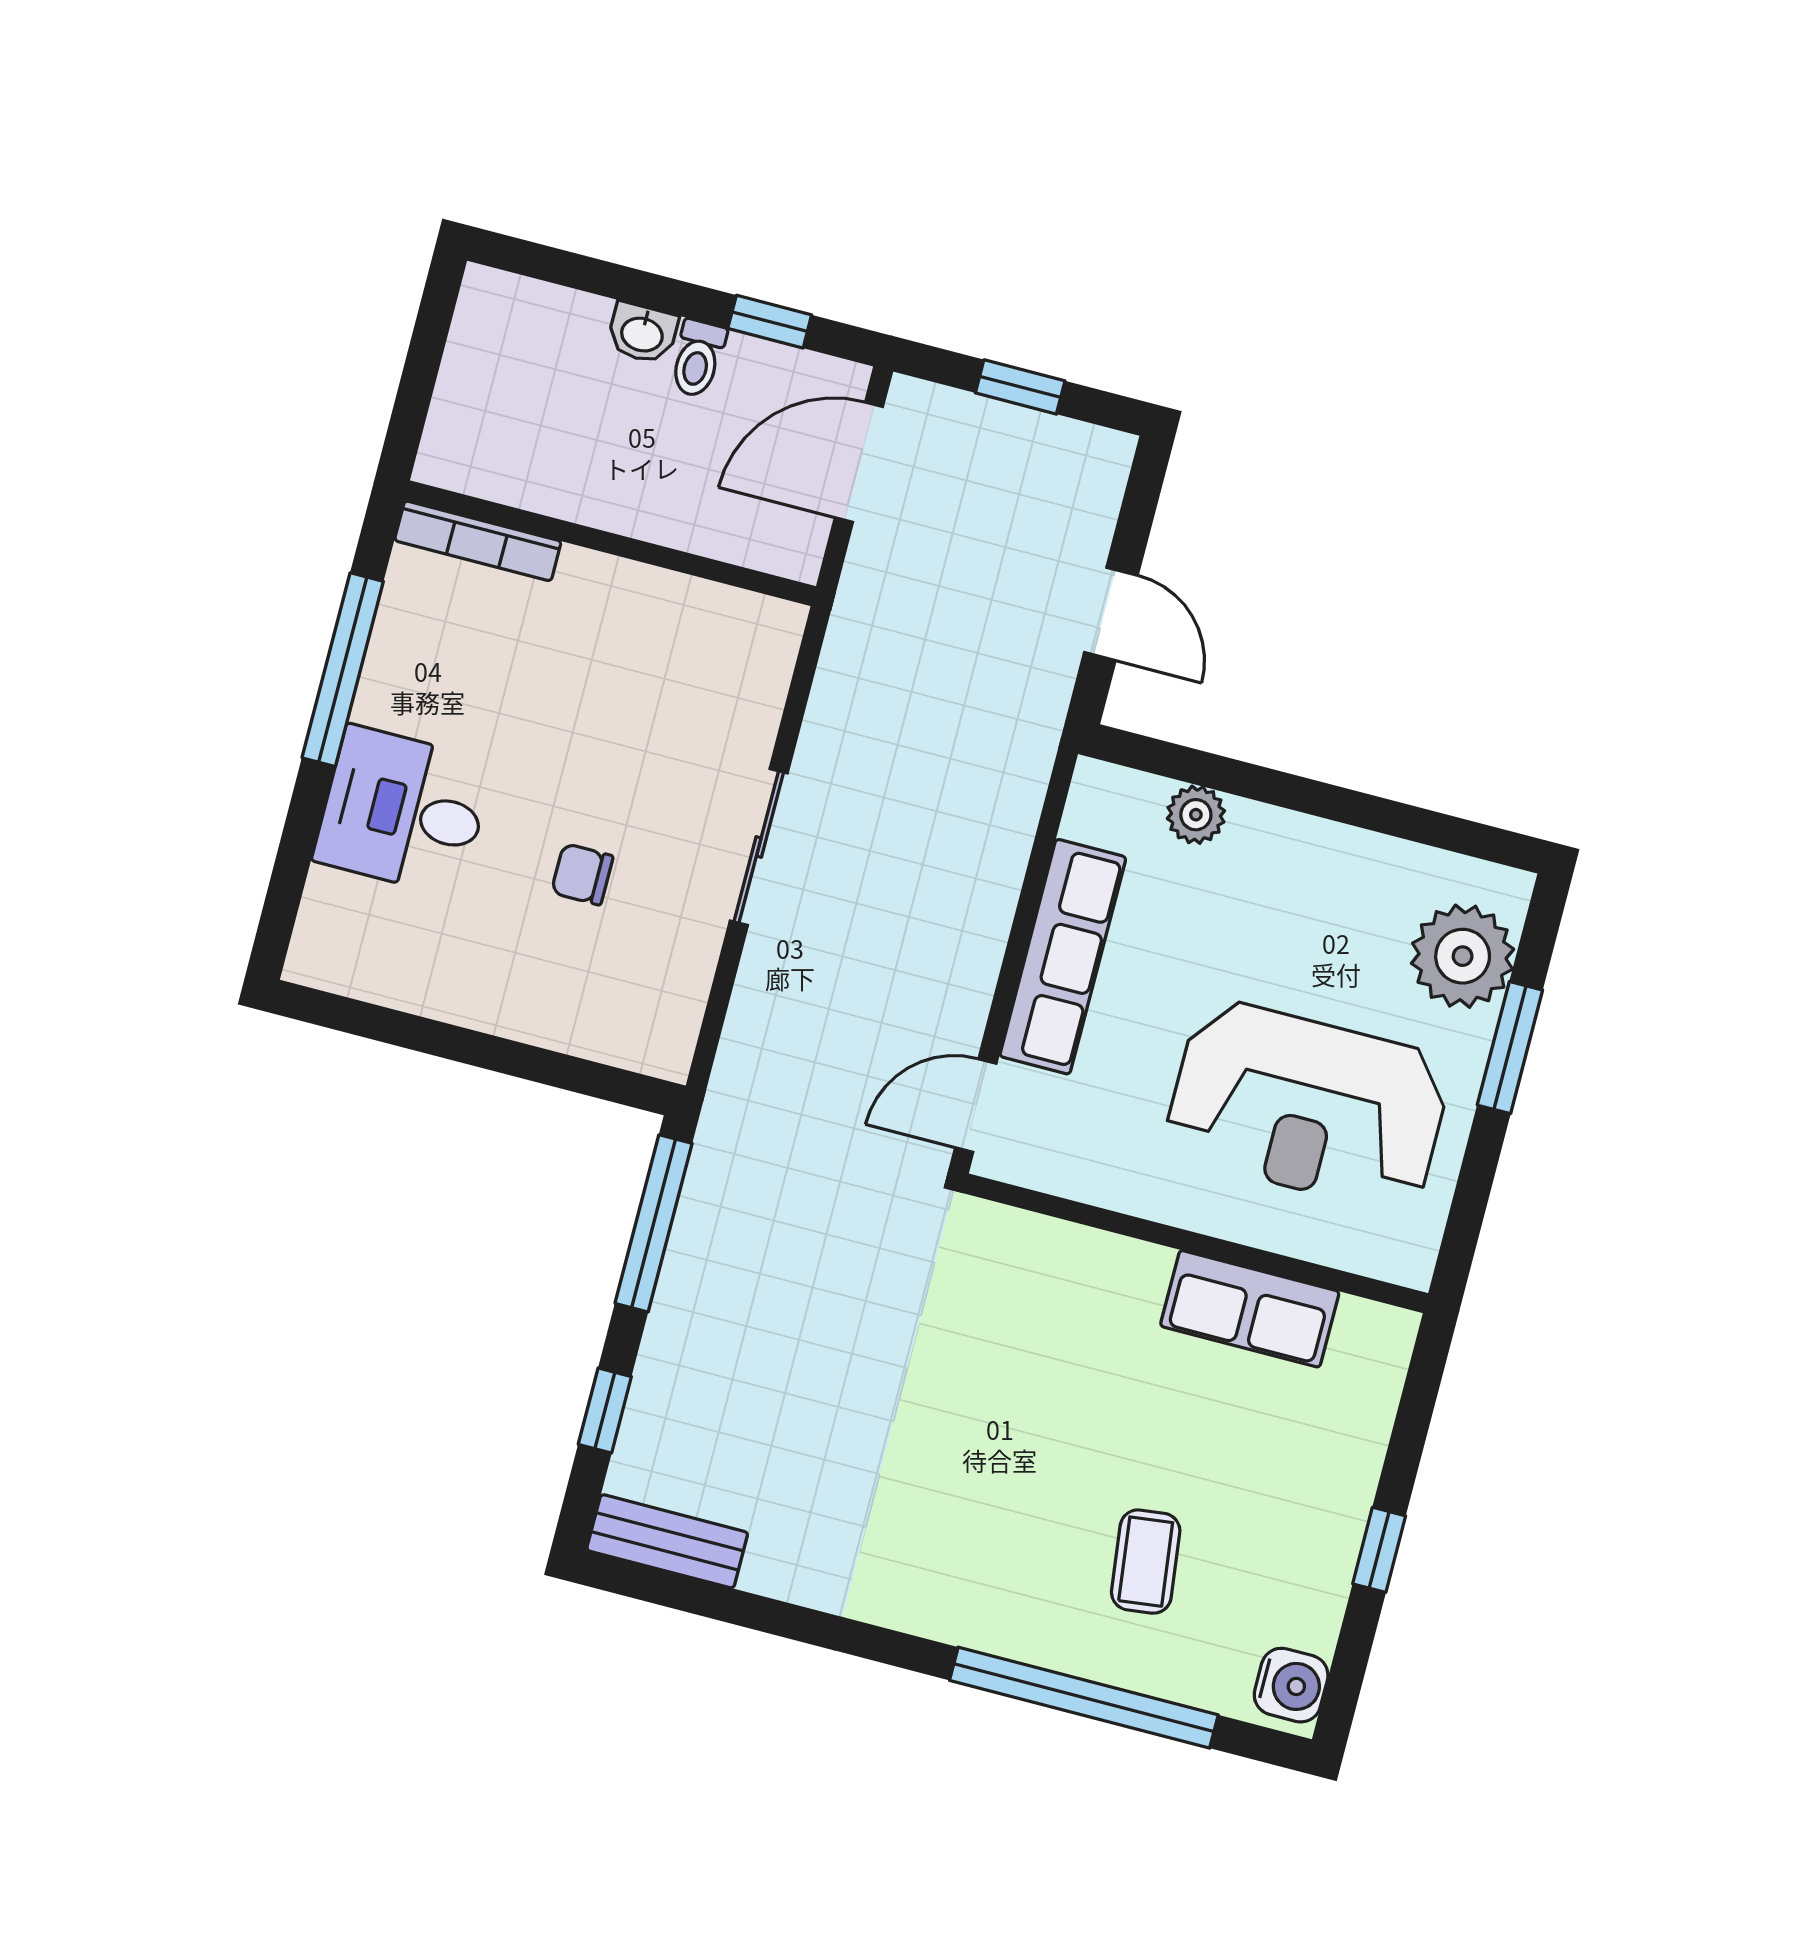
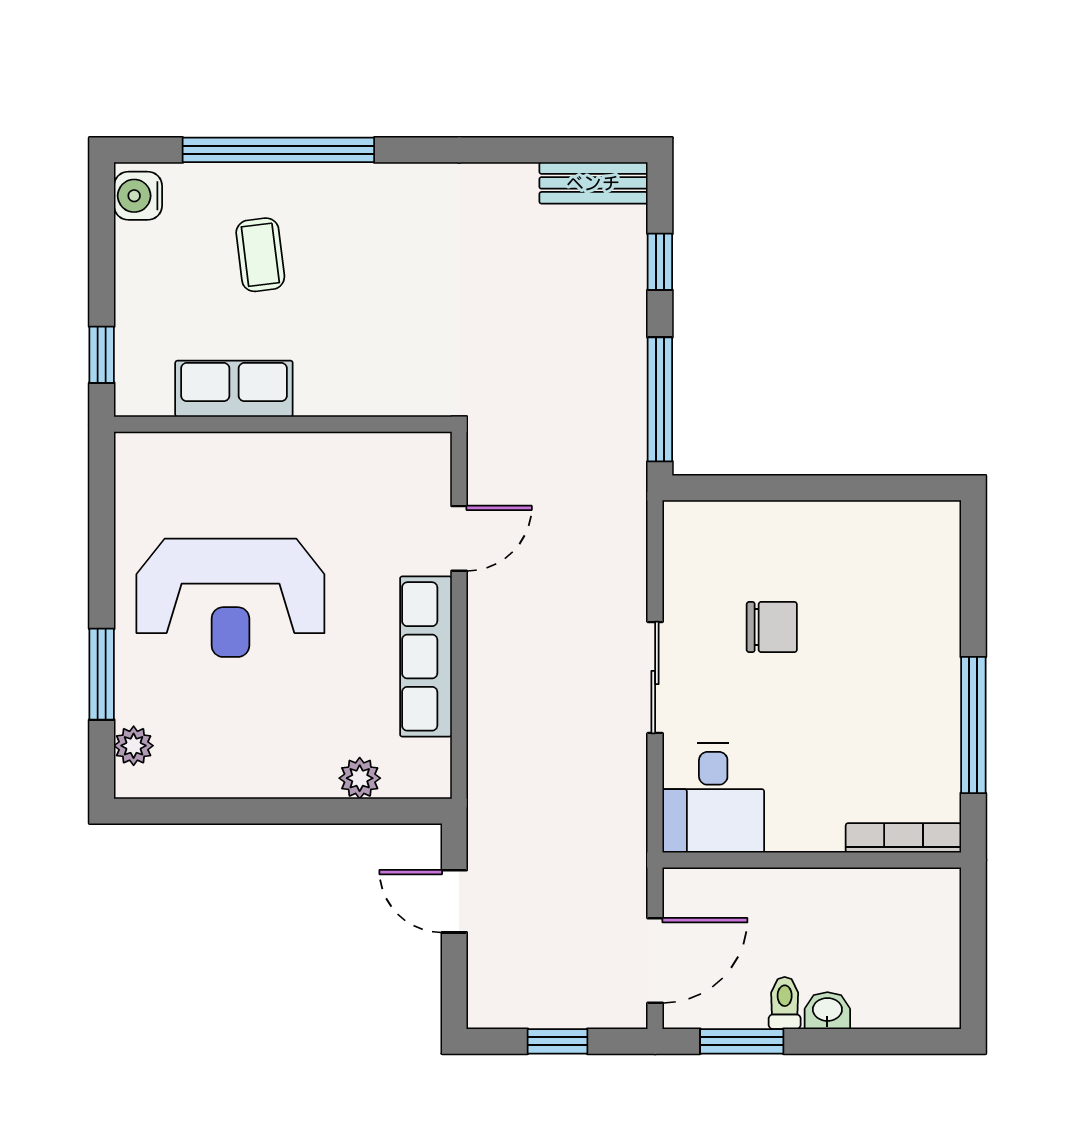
window: (770, 322) -> (742, 1041), width x1.50
desk: (403, 811) -> (713, 798), moved, turned 90
chair: (582, 874) -> (772, 627), width x1.37, depth x1.37
plant: (1463, 956) -> (134, 746), width x0.53, depth x0.53
reception desk: (1308, 1106) -> (230, 598), turned 180
wall: (1196, 1243) -> (283, 424), moved
row of seats: (1250, 1309) -> (234, 389), moved
window: (1379, 1550) -> (102, 355), moved

